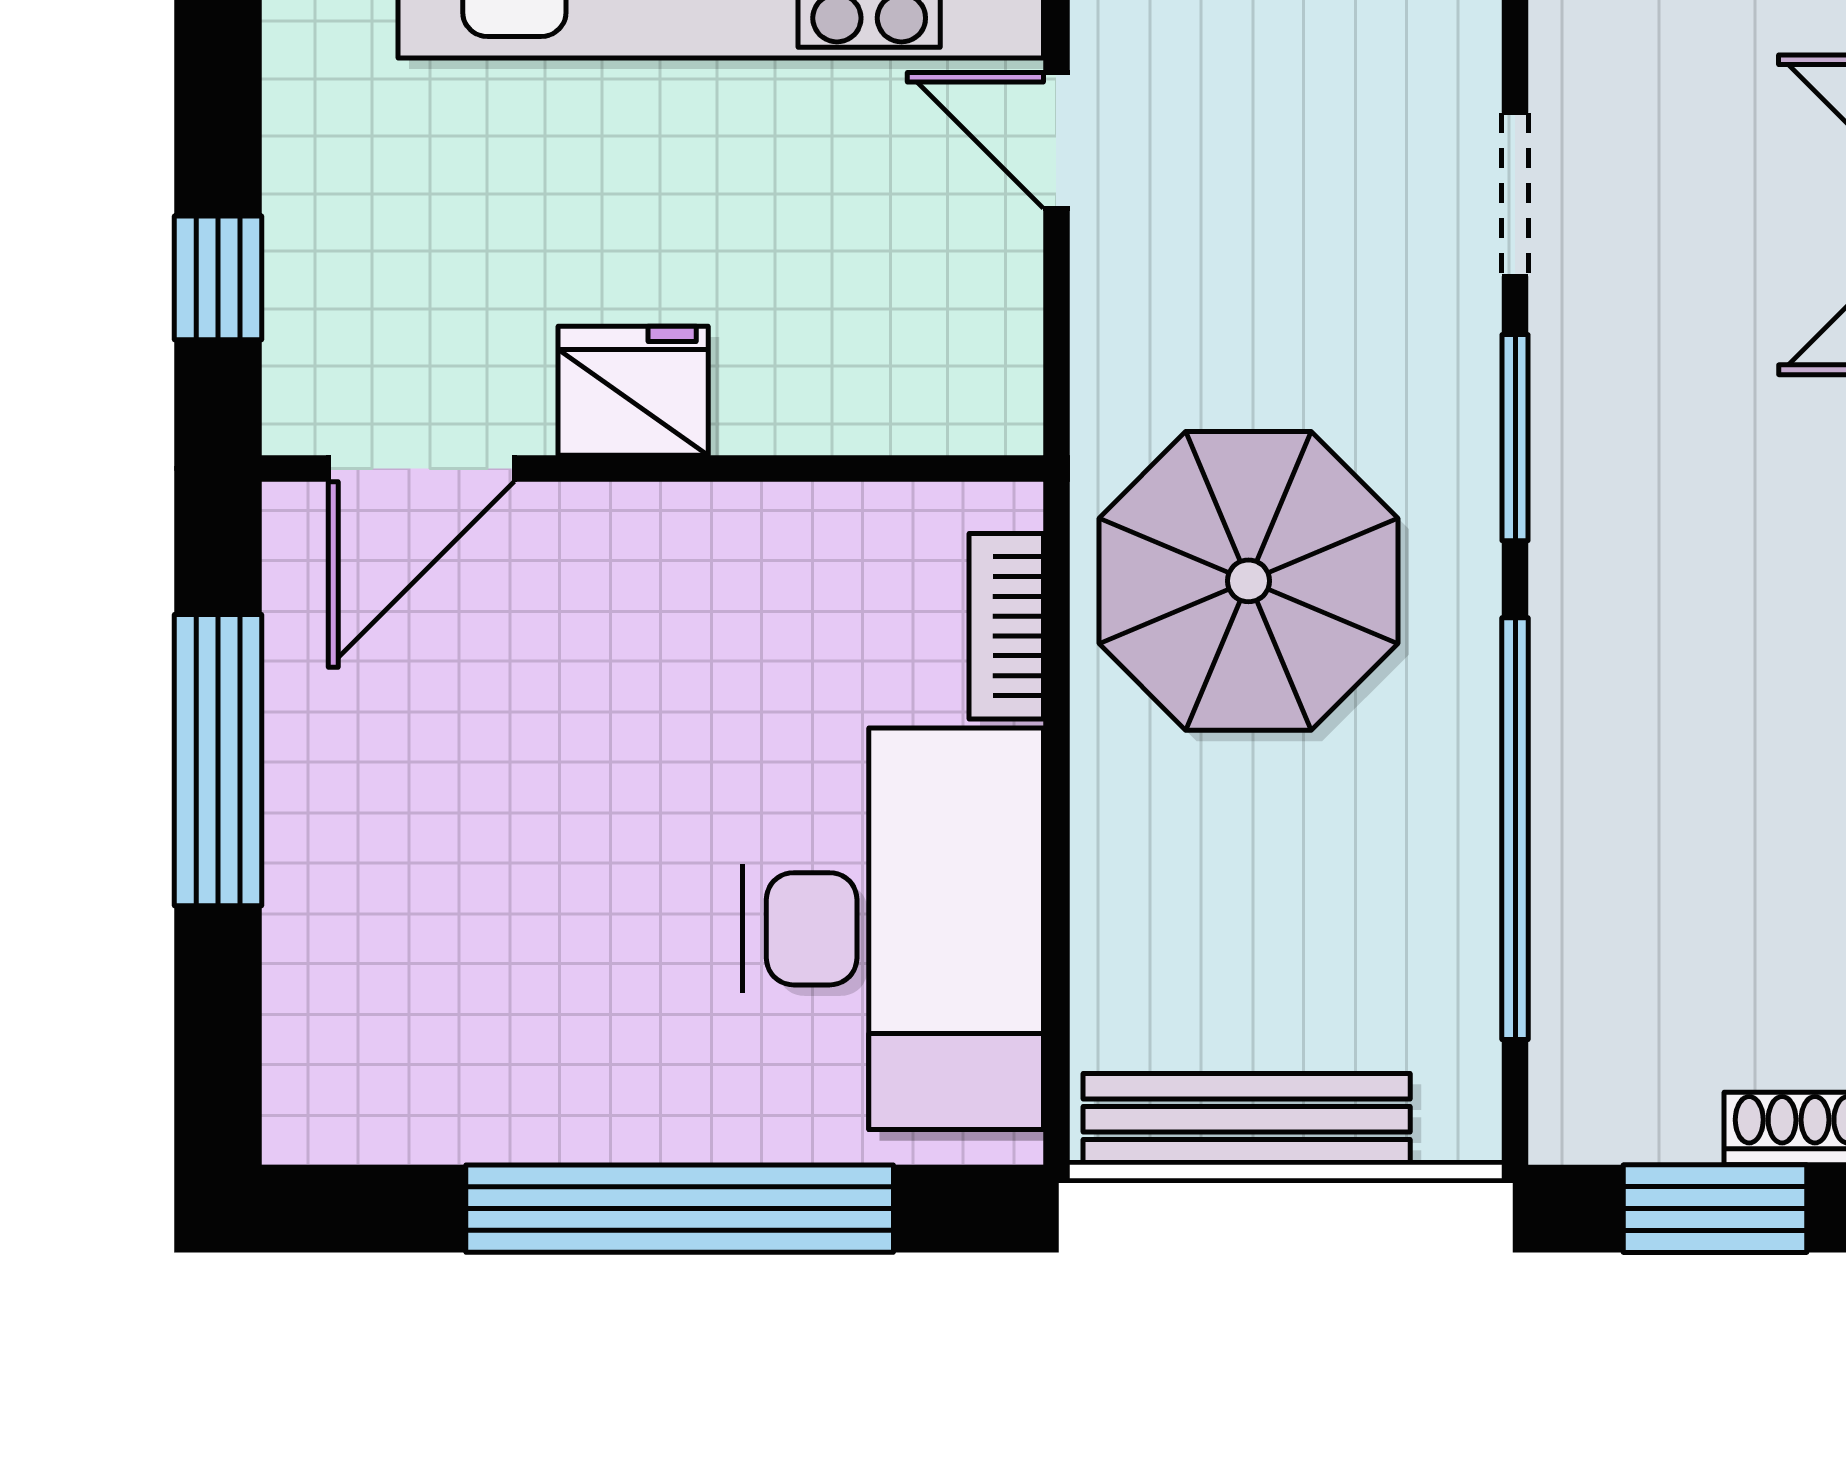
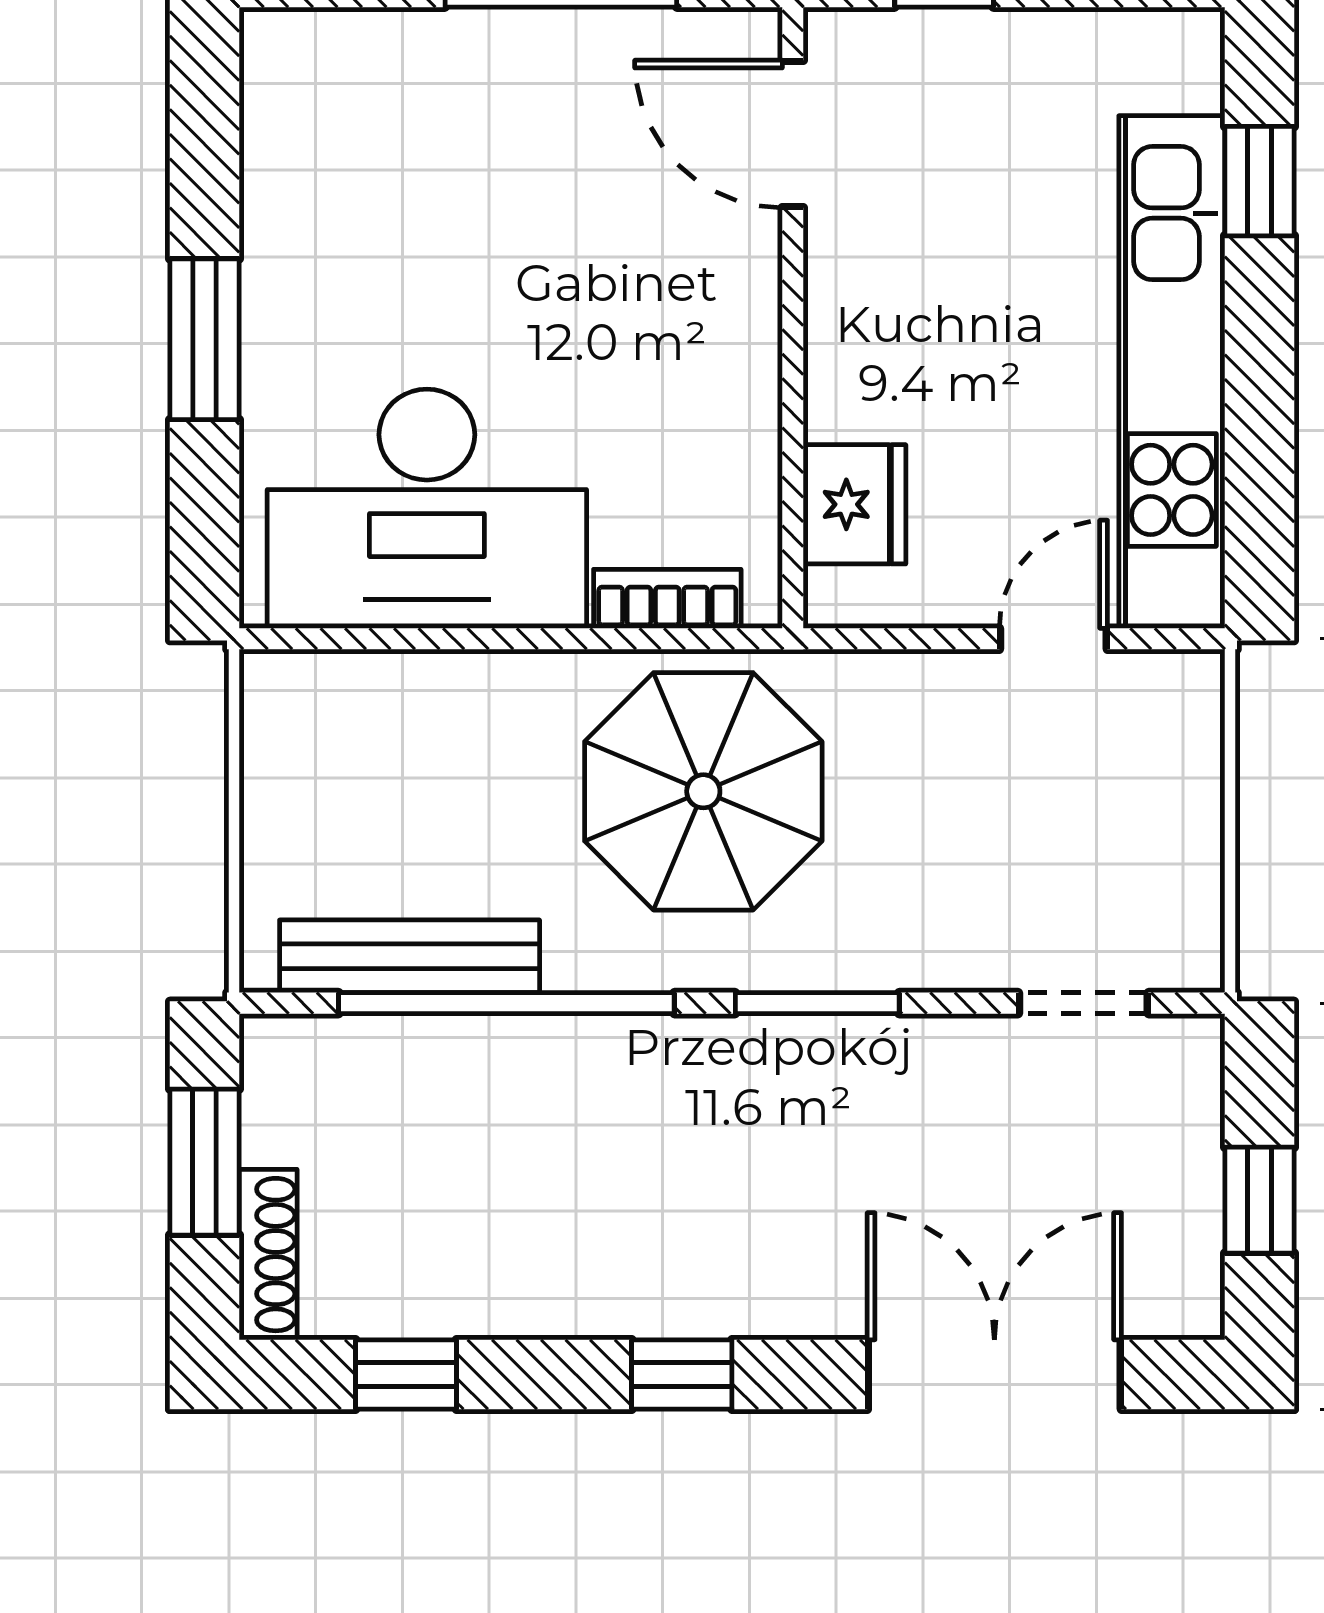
doorway: (1515, 195) -> (1083, 1003), moved
fridge: (633, 391) -> (854, 504), moved
bench: (1247, 1119) -> (410, 956), moved, turned 90
window: (680, 1209) -> (204, 339), width x0.47

